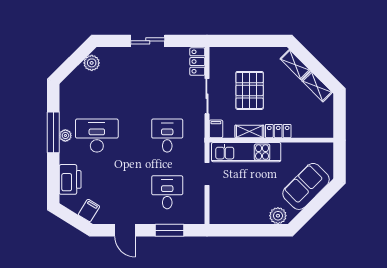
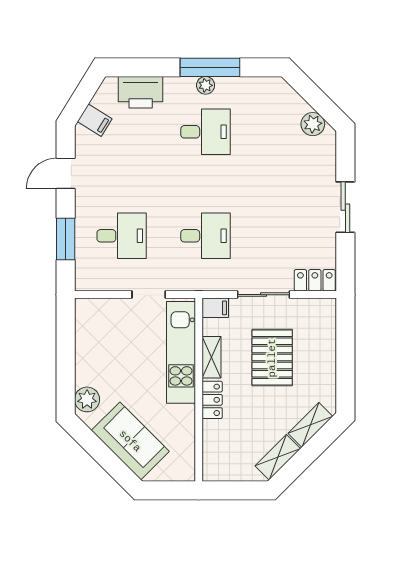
pallet: (250, 90) -> (272, 358), turned 90
desk: (97, 136) -> (205, 132), width x0.73

